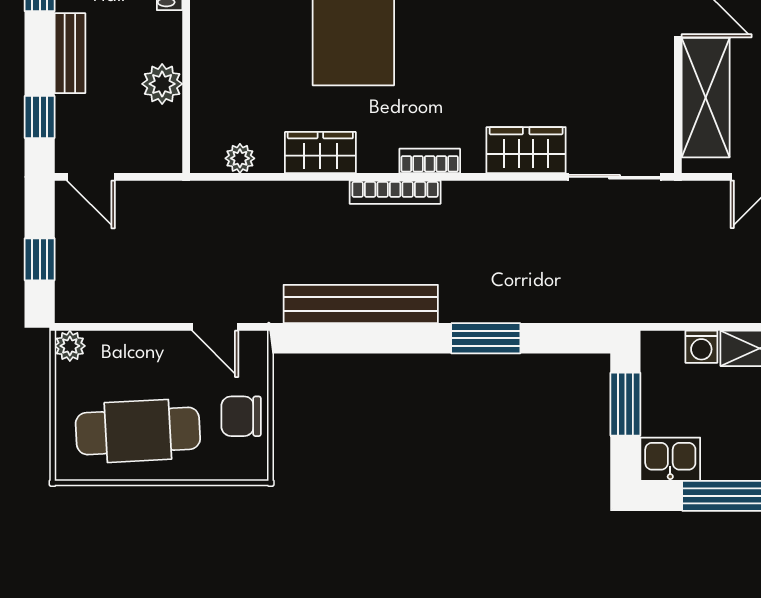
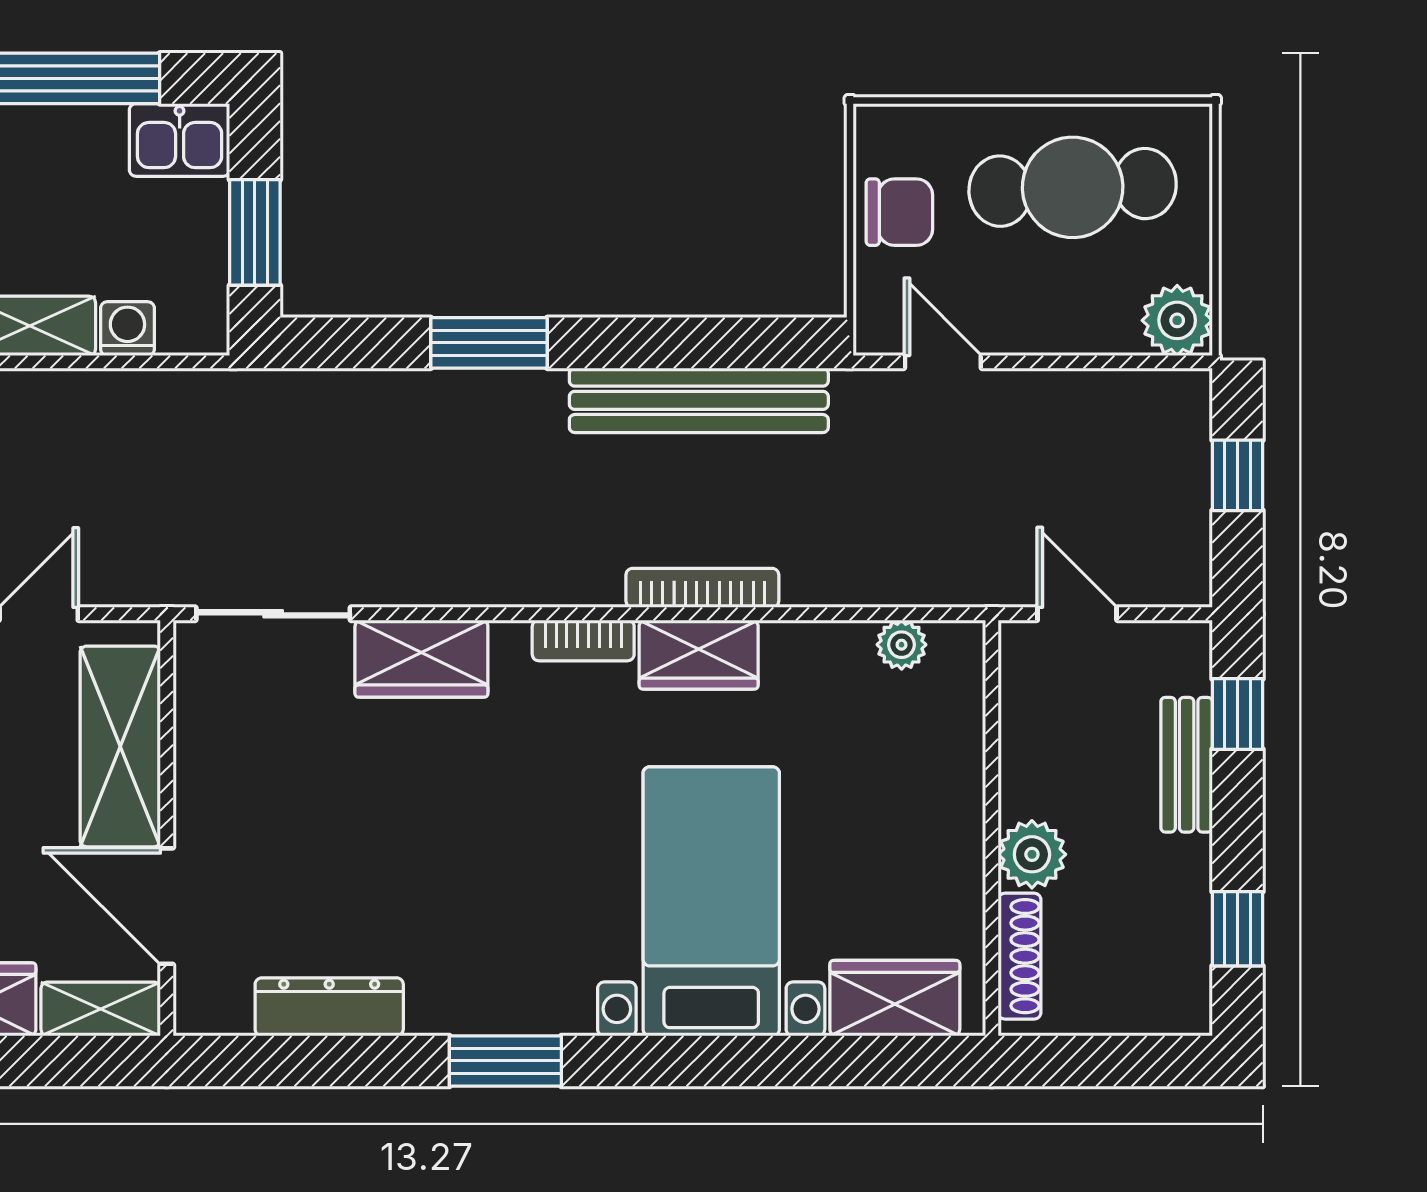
bench: (70, 53) -> (1187, 765), moved
plant: (162, 84) -> (1032, 854), moved
wardrobe: (320, 152) -> (699, 655), moved
door: (91, 177) -> (1077, 614), moved
bookcase: (395, 192) -> (702, 588), moved
plant: (70, 346) -> (1177, 320), width x1.38, depth x1.38

